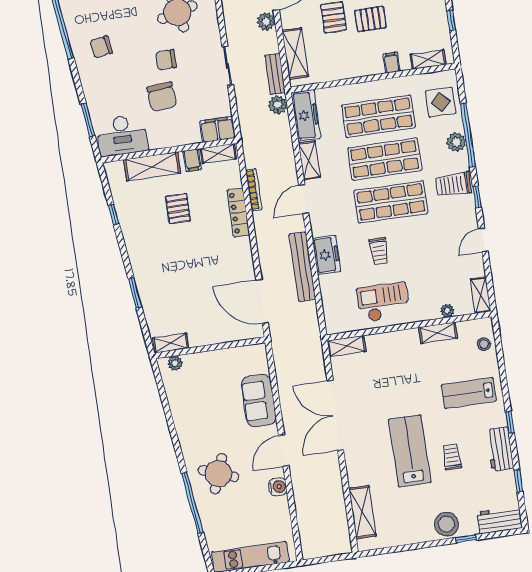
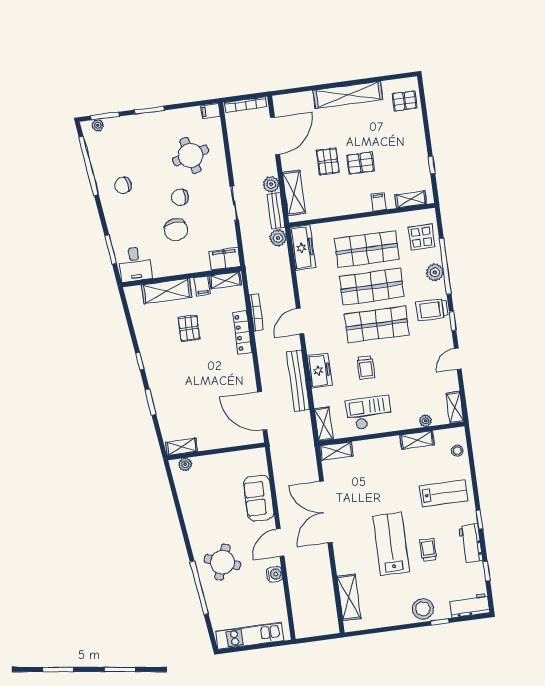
plant: (266, 21) -> (271, 184), moved
desk: (122, 135) -> (135, 264), width x0.73
shelving: (309, 160) -> (324, 424), moved
window: (114, 215) -> (140, 361), moved
lab bench: (469, 393) -> (444, 493), turned 180

